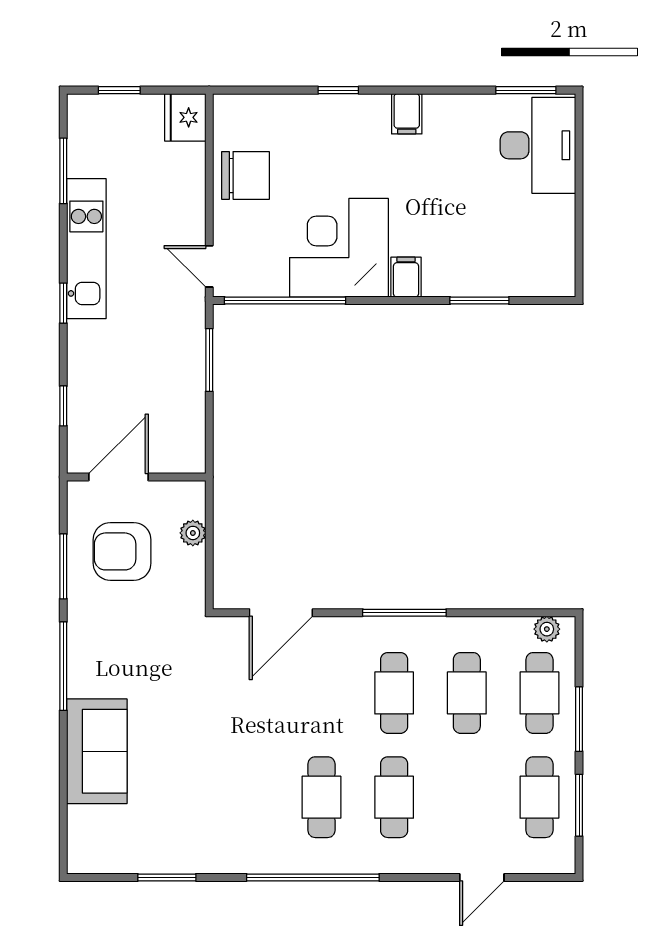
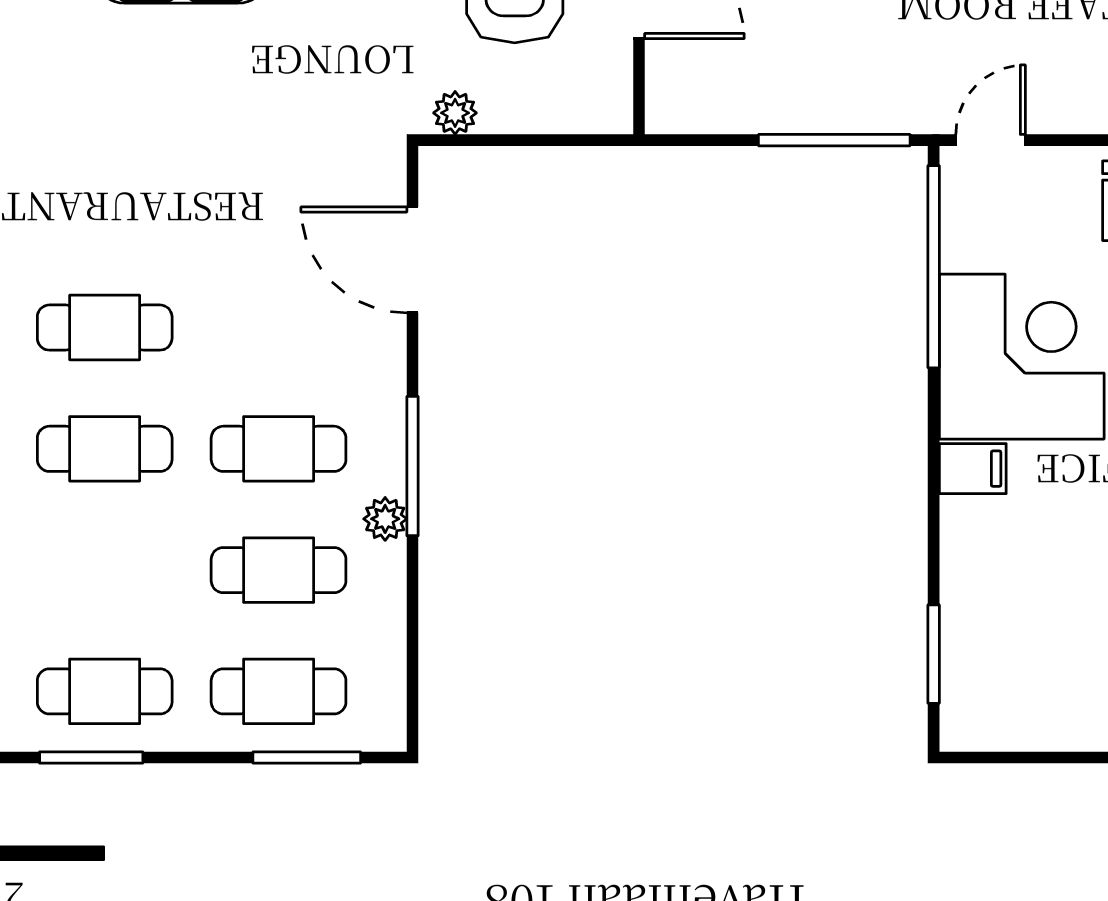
window: (479, 301) -> (934, 654), moved
window: (209, 360) -> (834, 140), width x1.44
plant: (193, 533) -> (455, 113), moved
plant: (547, 629) -> (385, 519), moved
window: (579, 719) -> (307, 758), moved

